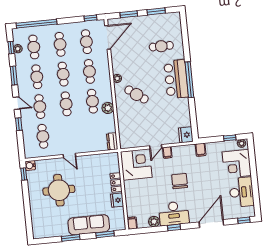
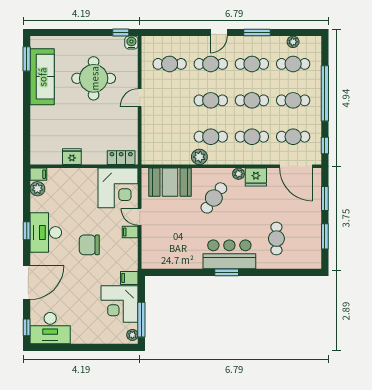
window: (36, 24) -> (325, 93), moved
window: (11, 48) -> (295, 33), removed
window: (189, 80) -> (227, 272), width x0.47
window: (19, 124) -> (190, 33), removed
booth: (128, 127) -> (170, 182), added
fridge: (186, 135) -> (256, 177), moved, turned 180
window: (230, 138) -> (141, 320), width x2.17
dresser: (112, 141) -> (153, 158), removed
corner desk: (237, 164) -> (120, 304), moved, turned -90
chair: (180, 181) -> (89, 245), turned 180
locker: (116, 183) -> (121, 158), moved
desk: (242, 192) -> (50, 328), moved
plant: (154, 222) -> (37, 189), moved
door: (211, 224) -> (27, 283), hinge flipped
sofa: (89, 225) -> (42, 77), moved
window: (105, 234) -> (27, 135), removed
window: (71, 238) -> (27, 59), moved

